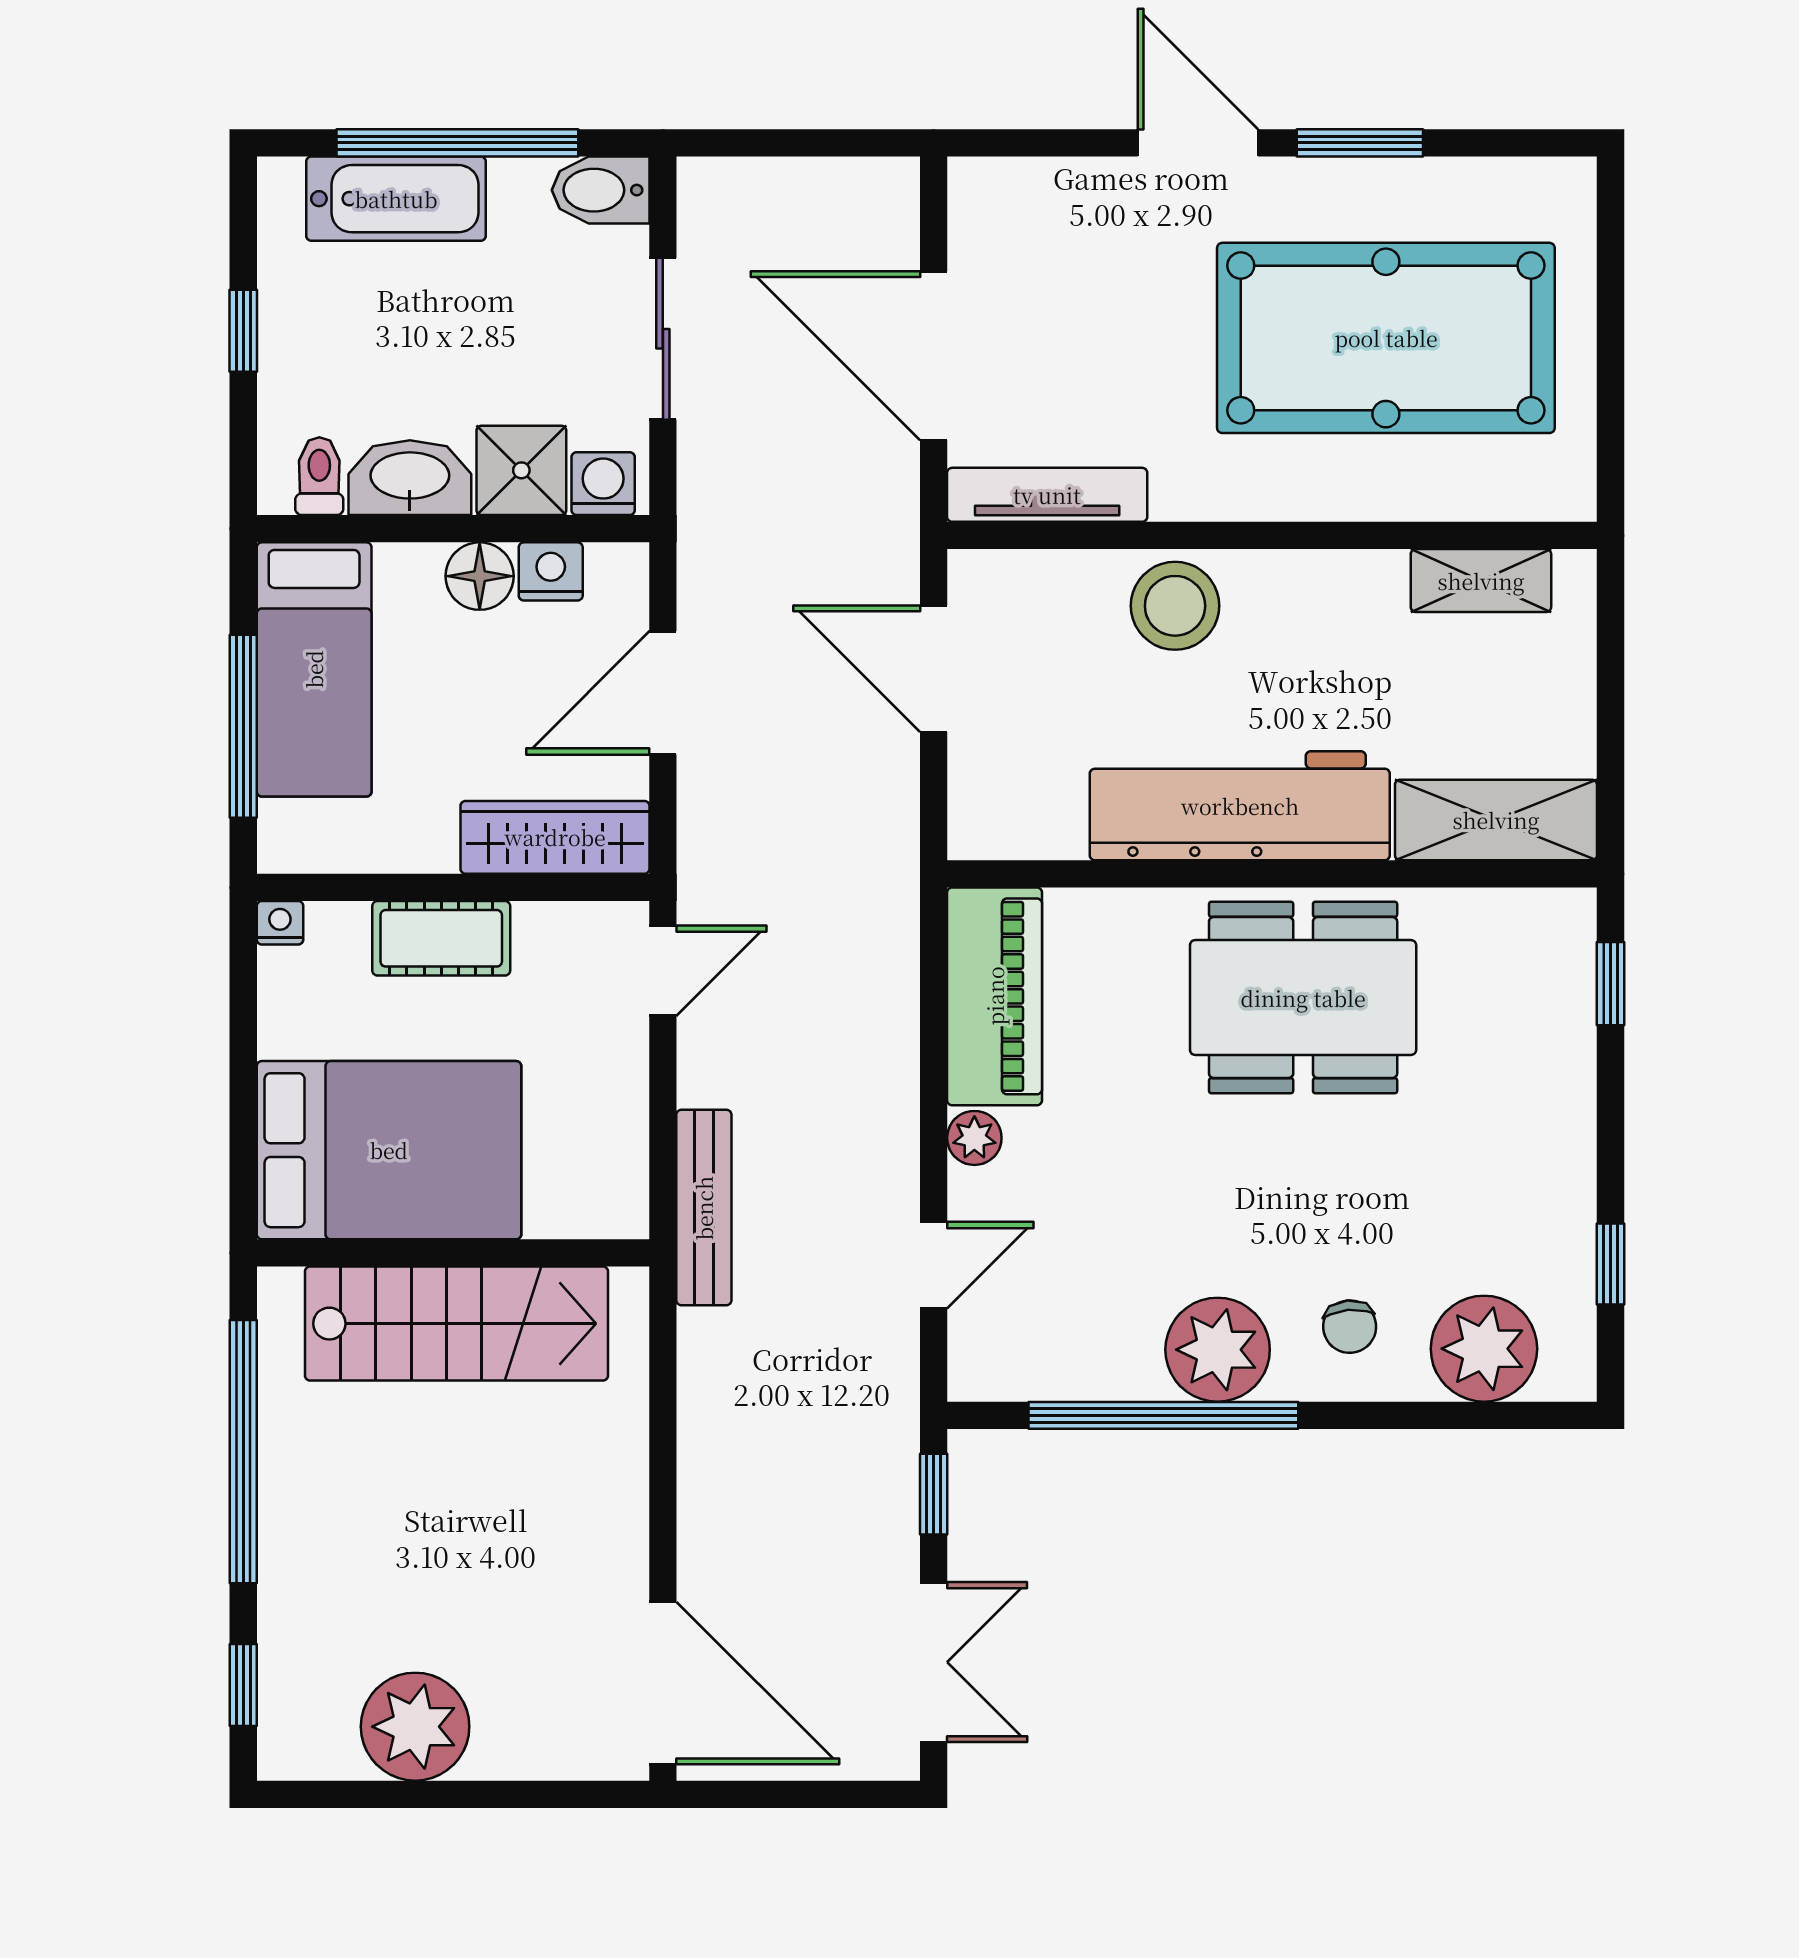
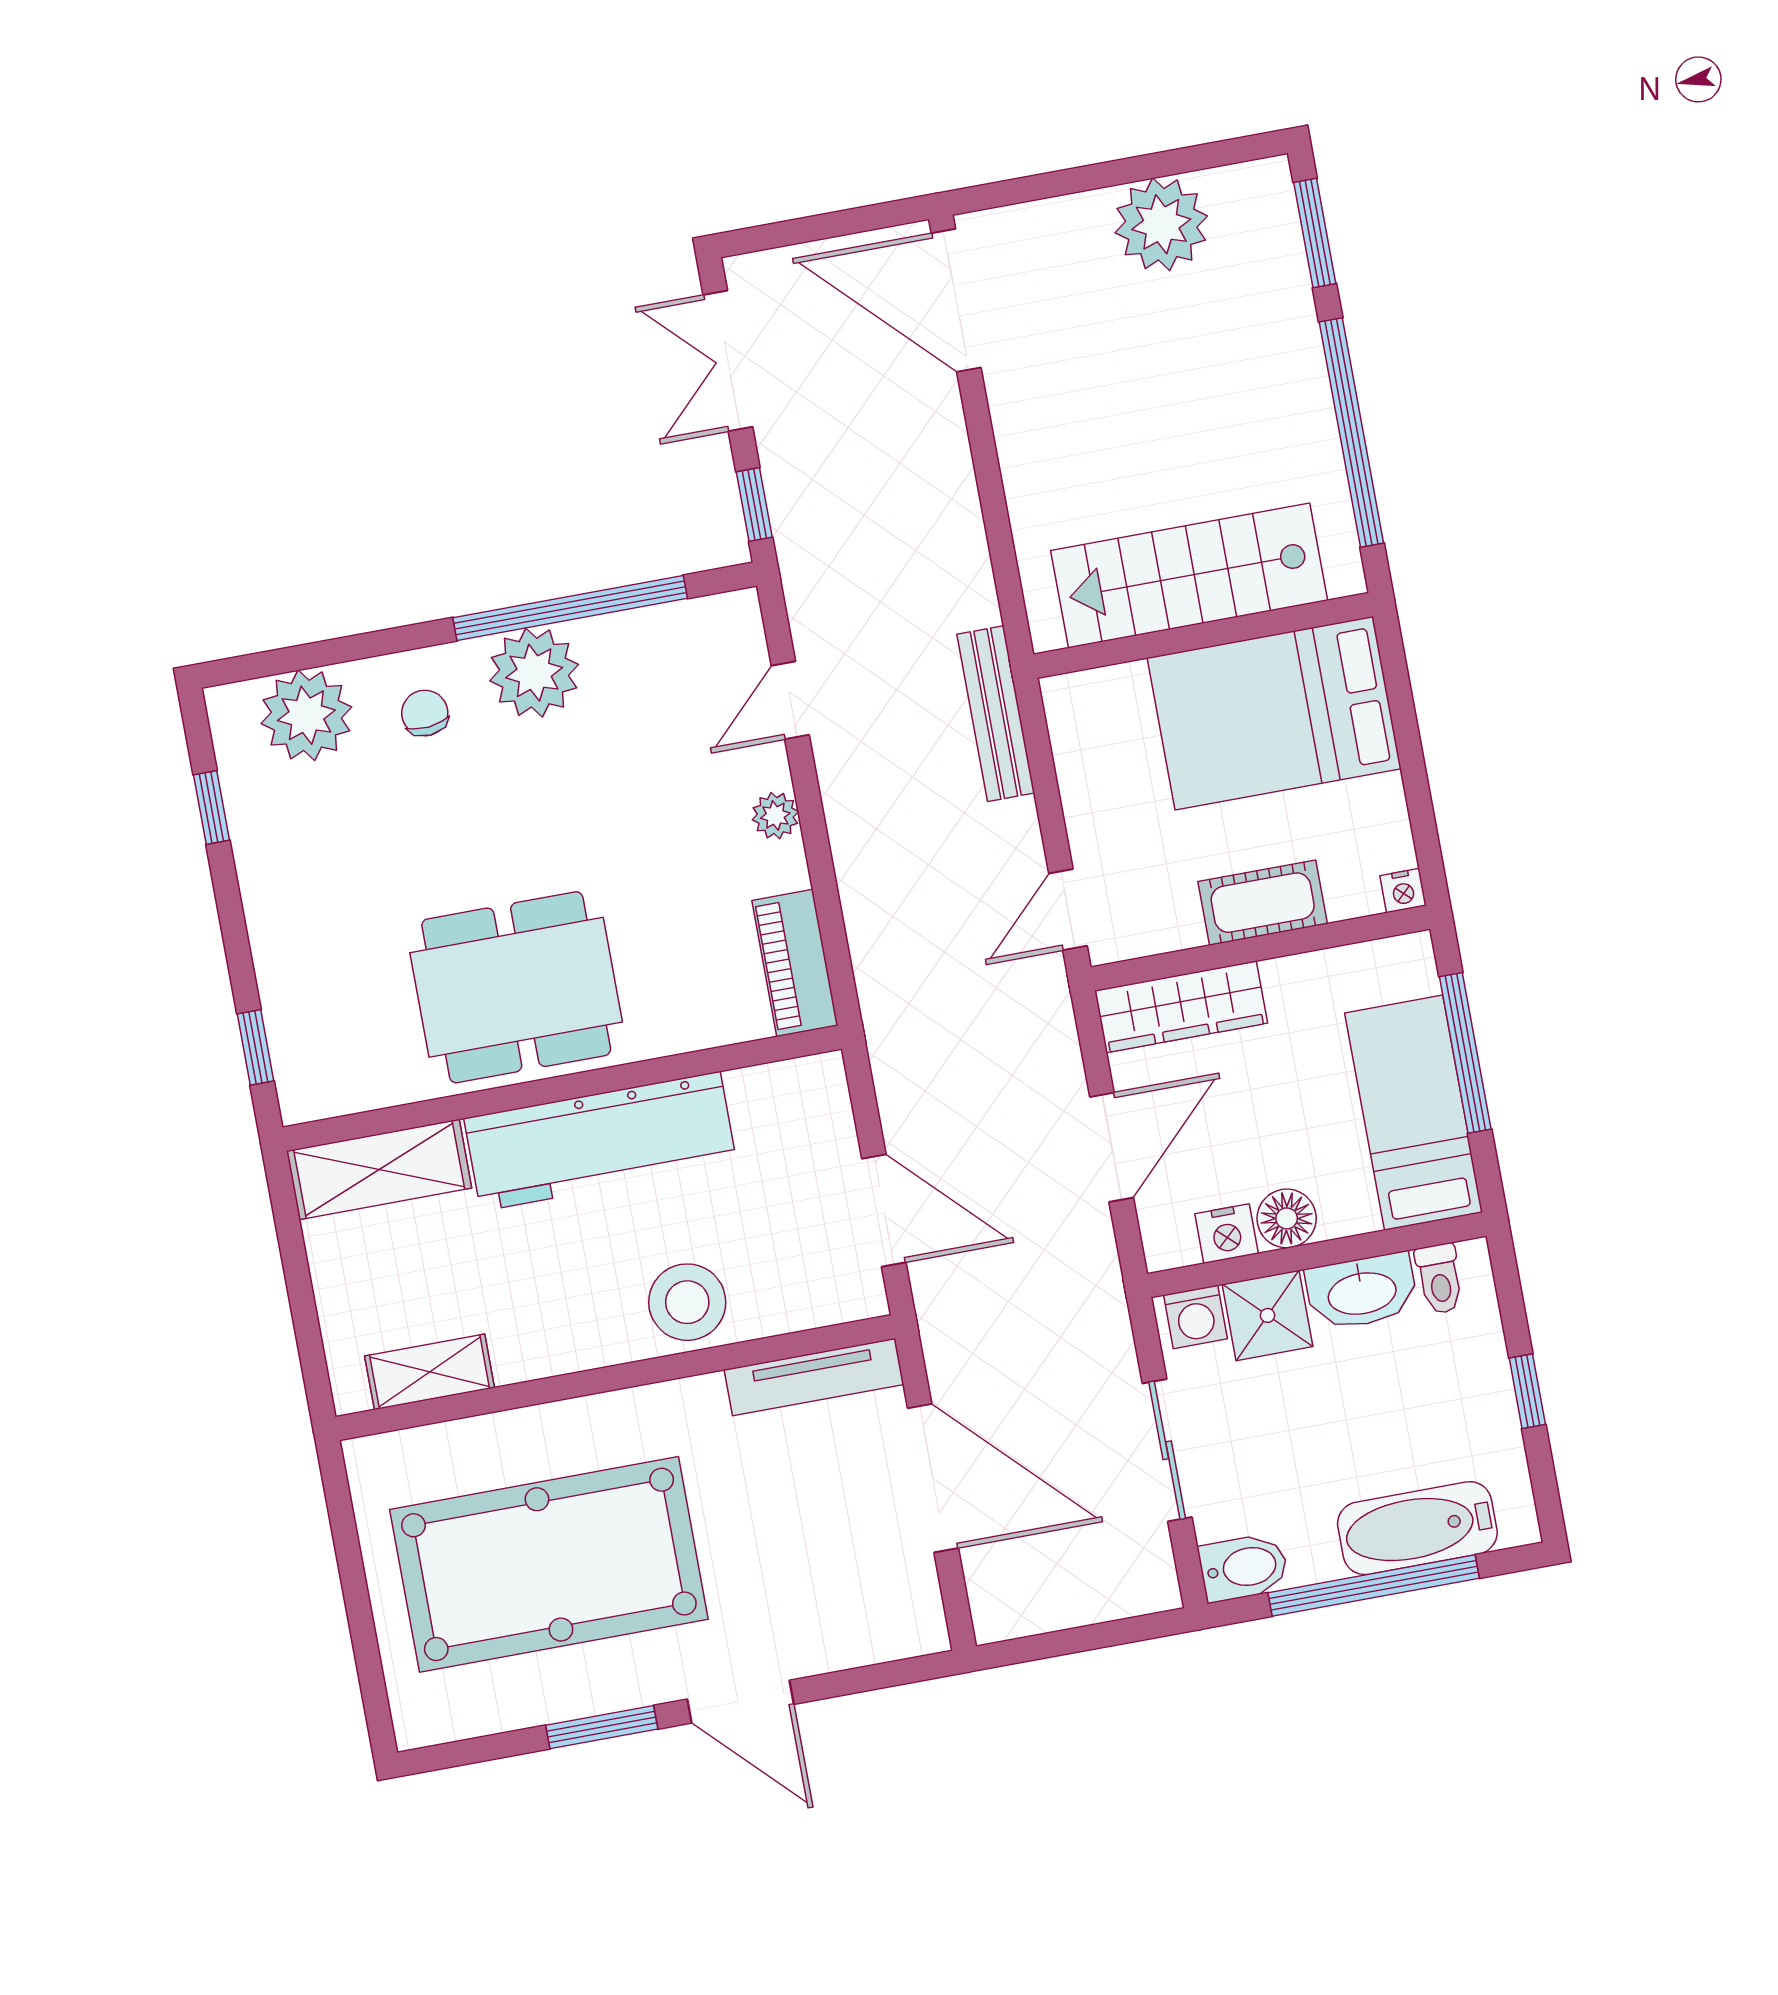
piano: (995, 996) -> (795, 963), width x0.73, depth x0.75
window: (243, 1685) -> (1315, 233), width x1.50

